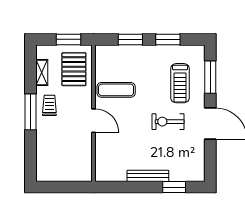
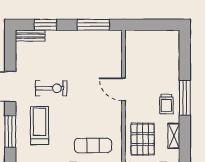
exercise mat: (116, 90) -> (93, 145), moved
bench: (148, 176) -> (30, 36), moved, width x0.73
window: (125, 187) -> (93, 25), added

